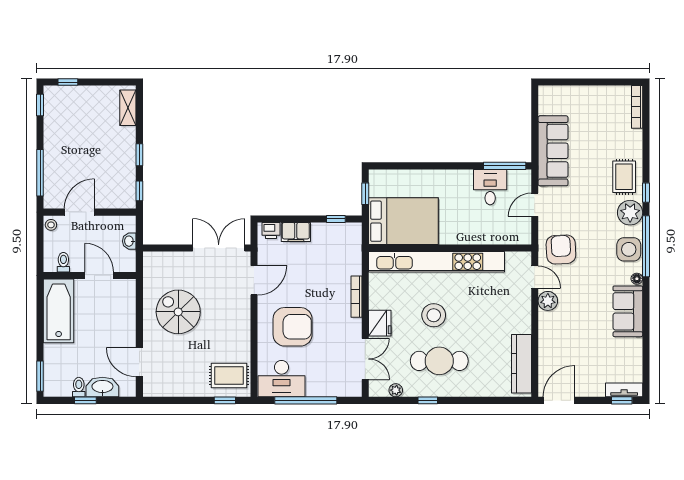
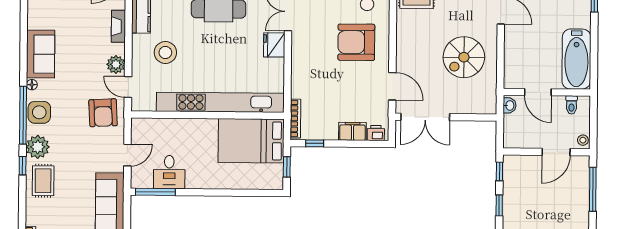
washbasin: (129, 241) -> (510, 105), moved
door: (254, 280) -> (392, 86), swing flipped
bookcase: (357, 297) -> (295, 119), moved
spiral stairs: (178, 312) -> (464, 57), turned 90
stool: (434, 315) -> (165, 52), moved
fireplace: (545, 342) -> (118, 26), added

